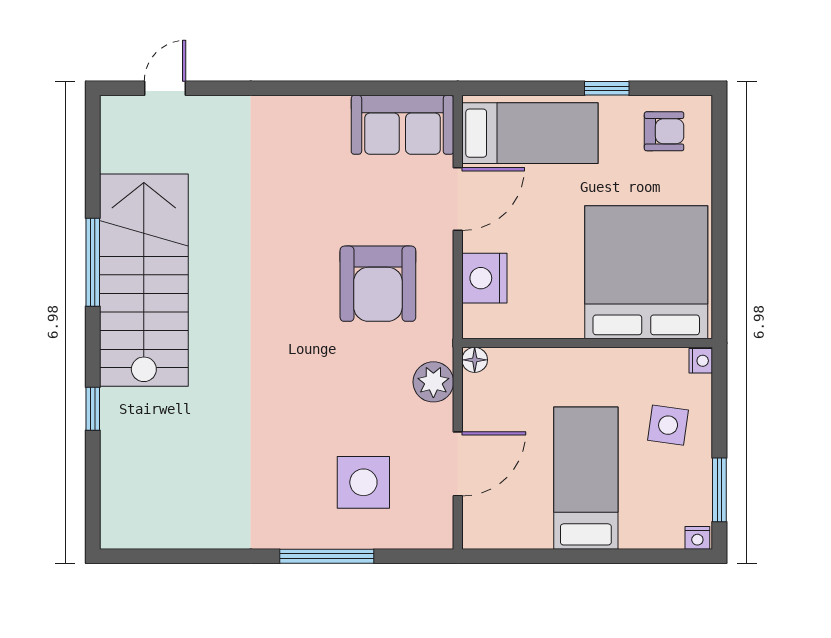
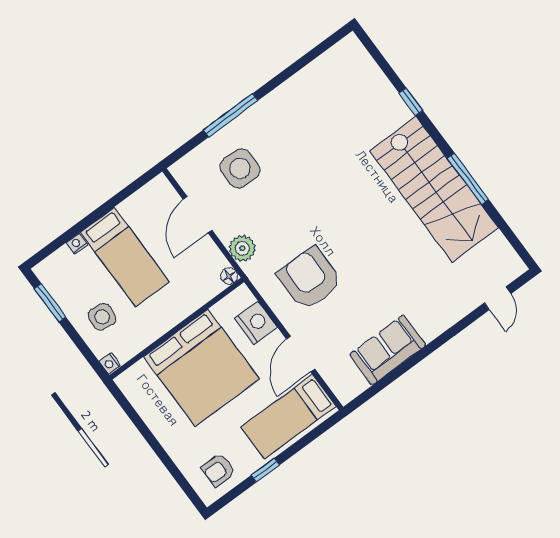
sofa: (402, 125) -> (388, 350), moved
bed: (646, 272) -> (201, 368), moved
nightstand: (697, 538) -> (77, 244), moved

